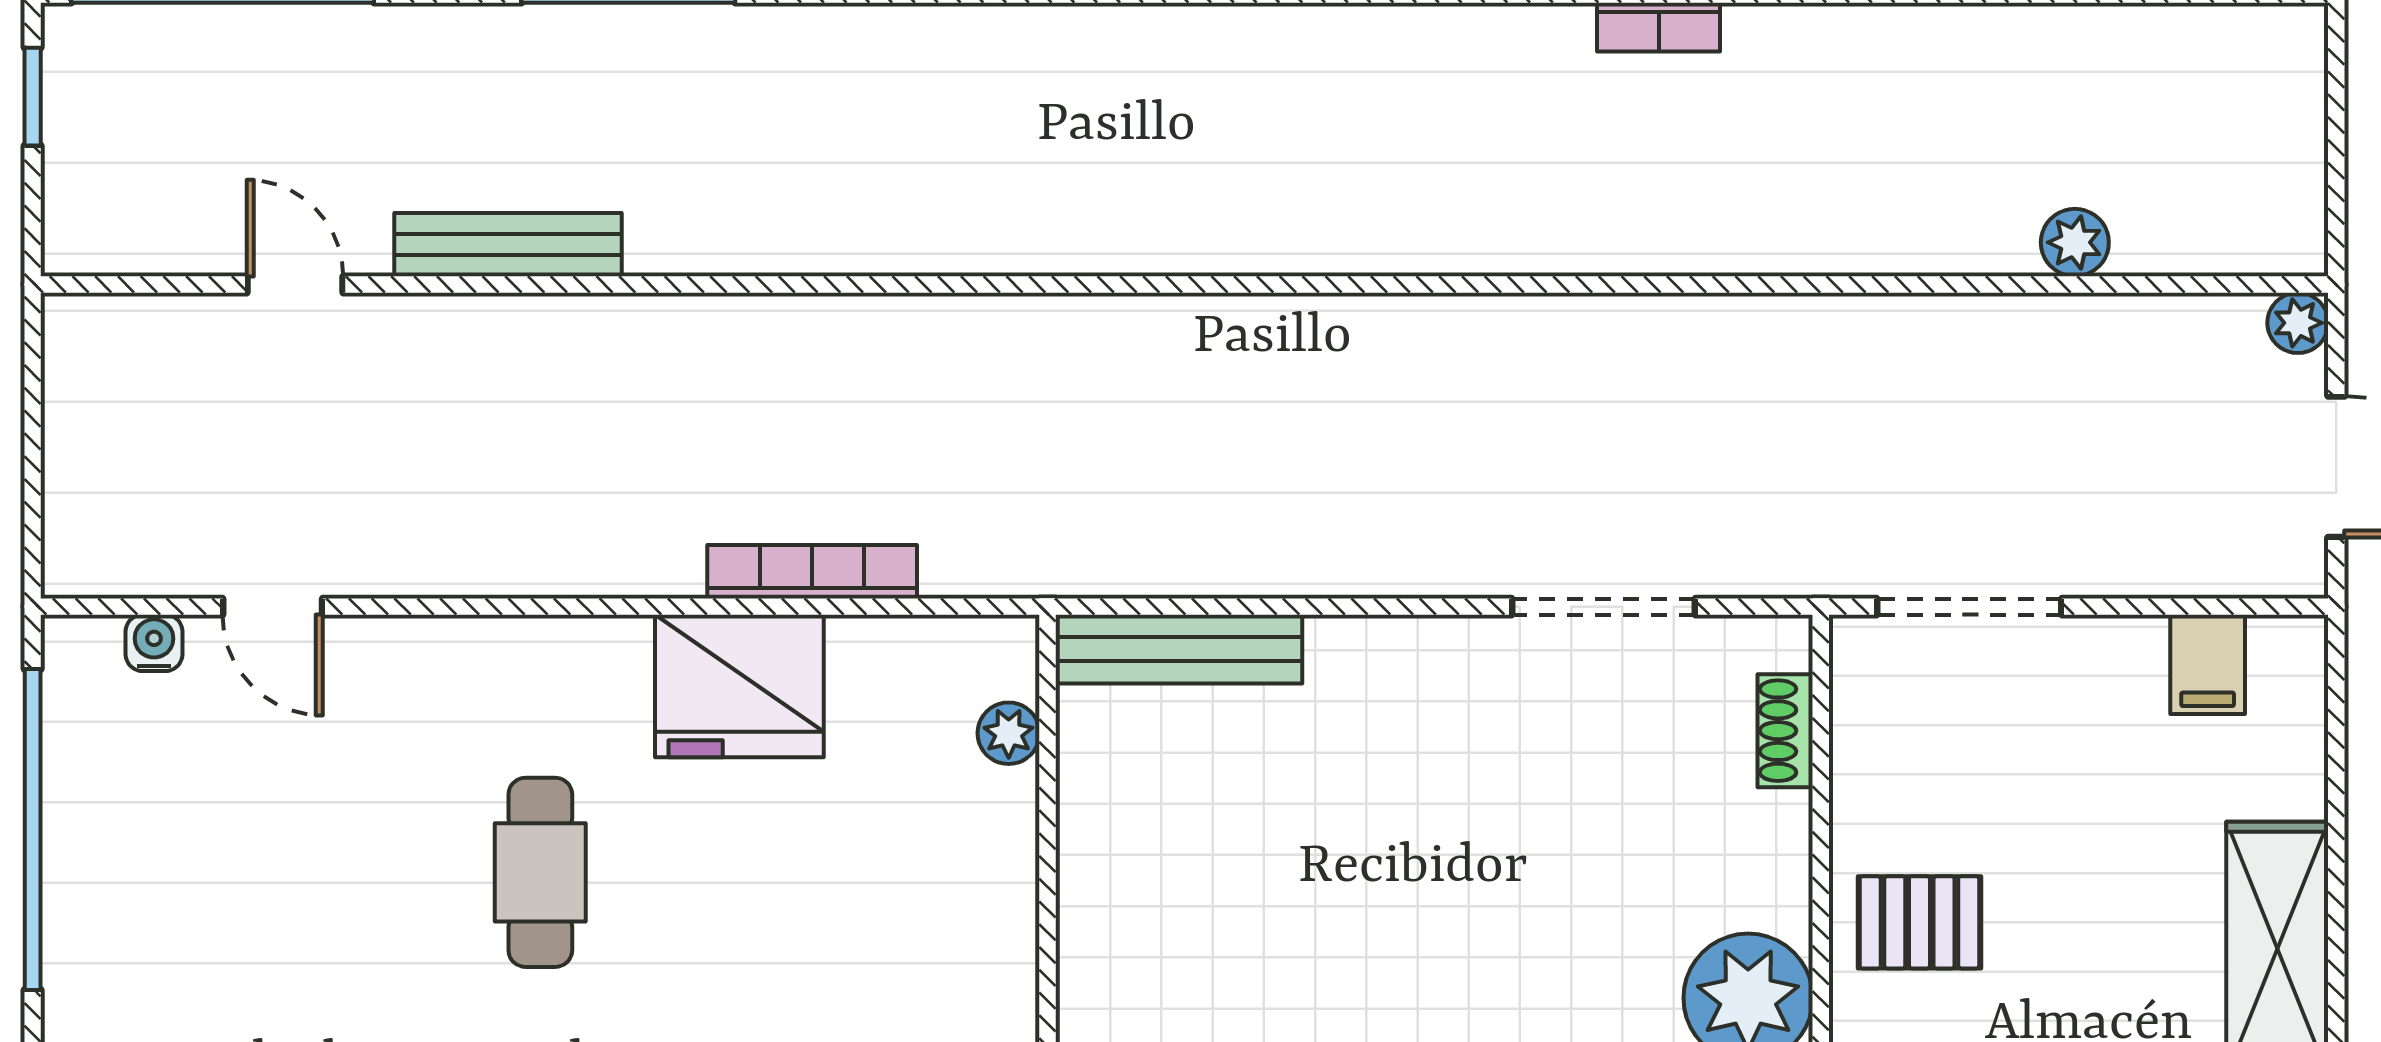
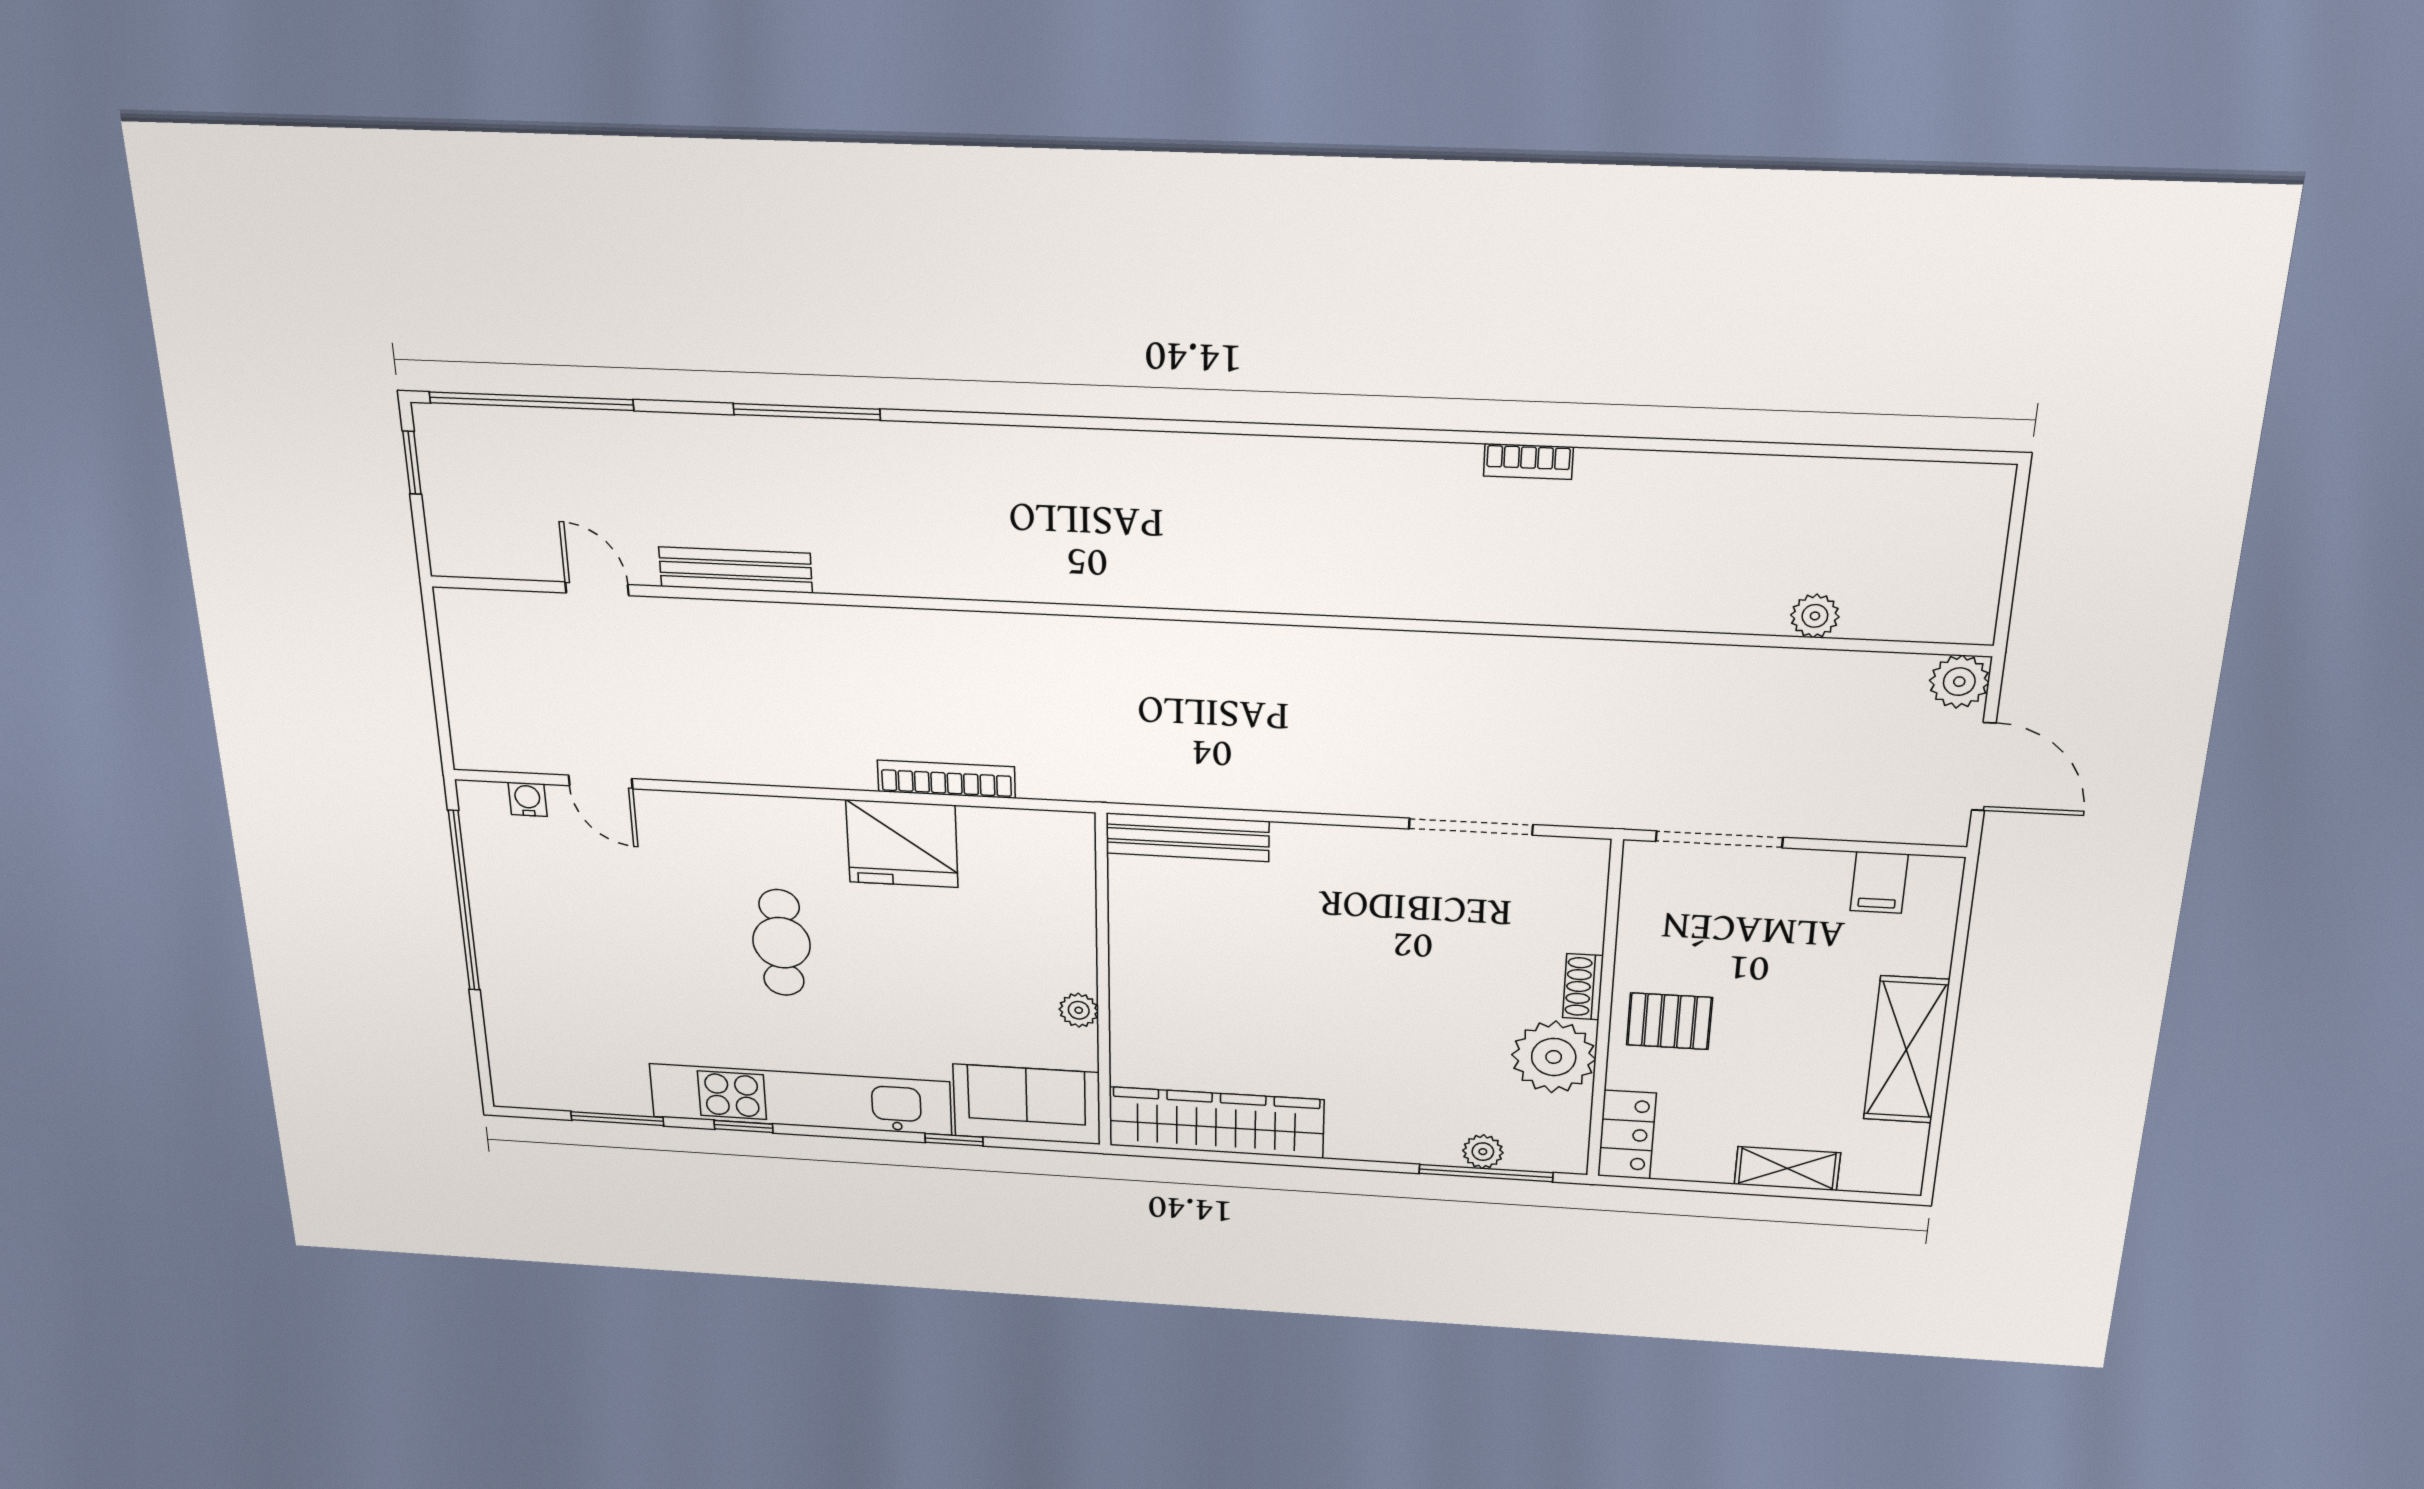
plant: (2298, 323) -> (1959, 682), width x1.38, depth x1.38
shoe rack: (1785, 731) -> (1583, 987), moved
plant: (1009, 733) -> (1079, 1010), moved

